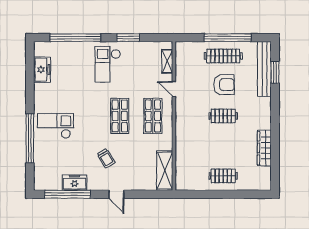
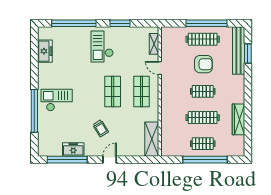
clothes rail: (223, 146) -> (203, 118), added
door: (116, 194) -> (110, 160), swing flipped
window: (226, 194) -> (205, 160), added

